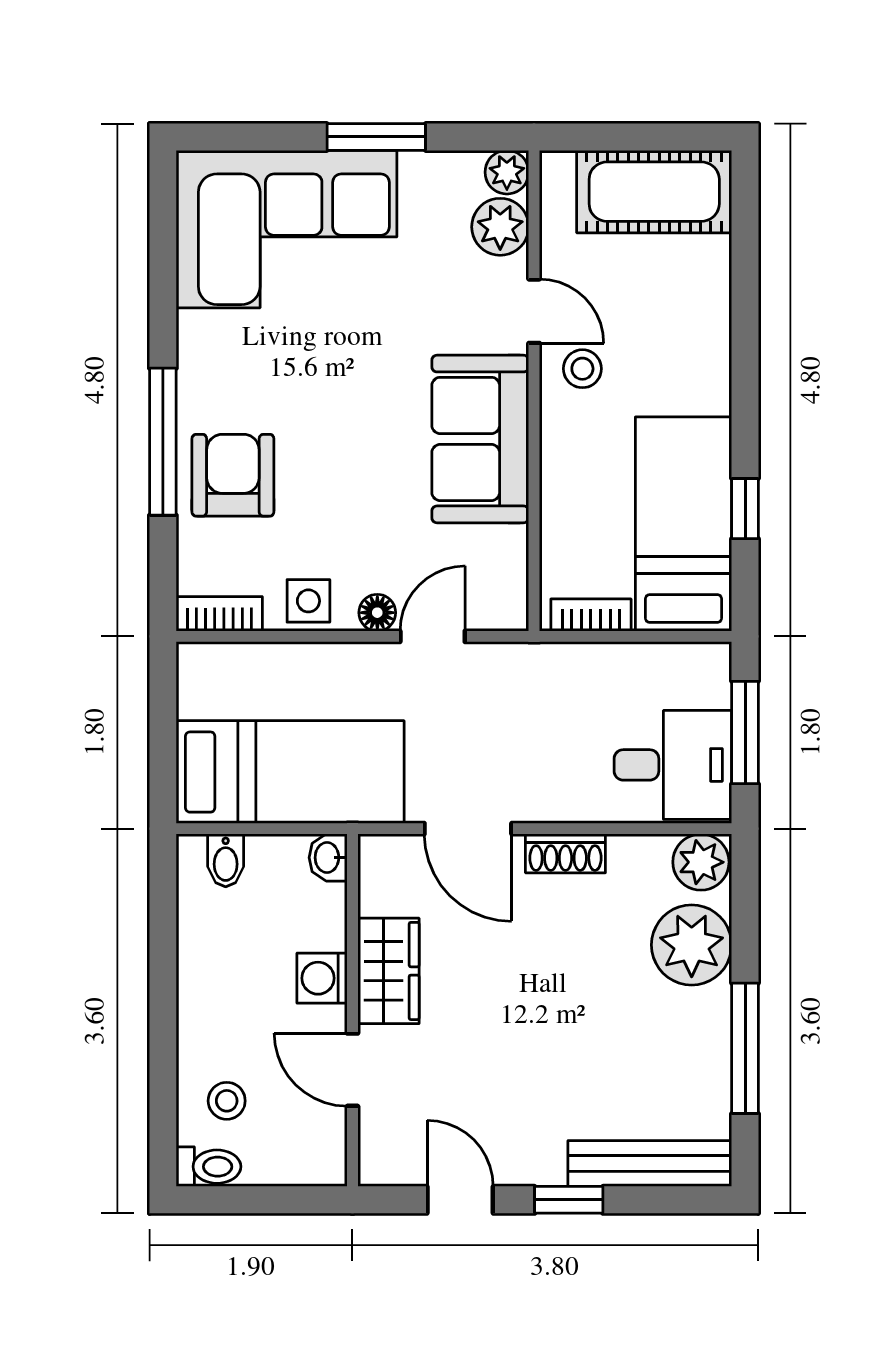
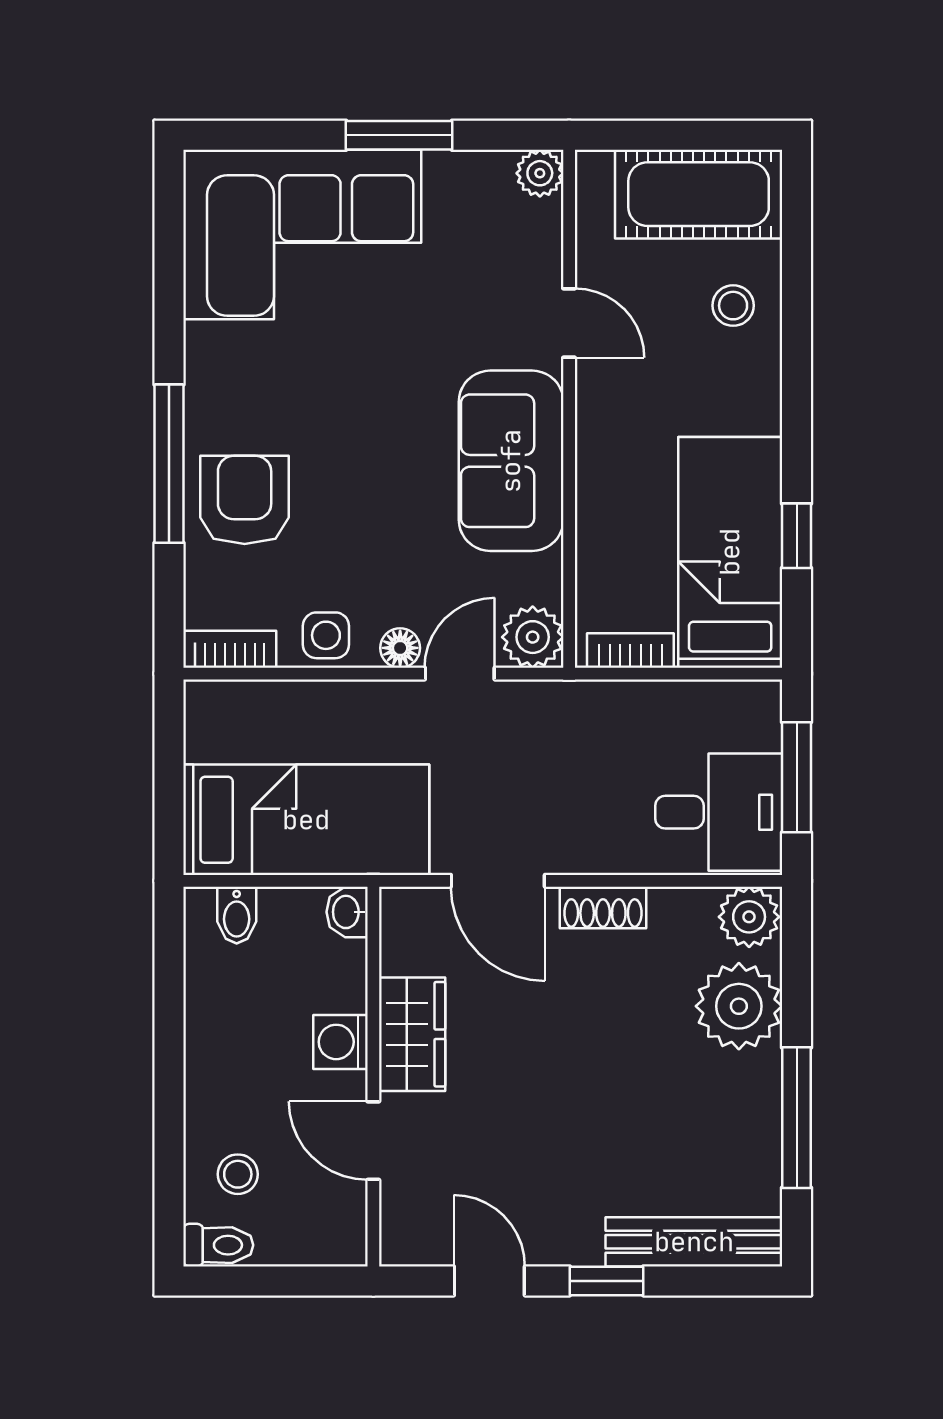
plant: (500, 227) -> (533, 637), moved
stool: (582, 369) -> (733, 306), moved

